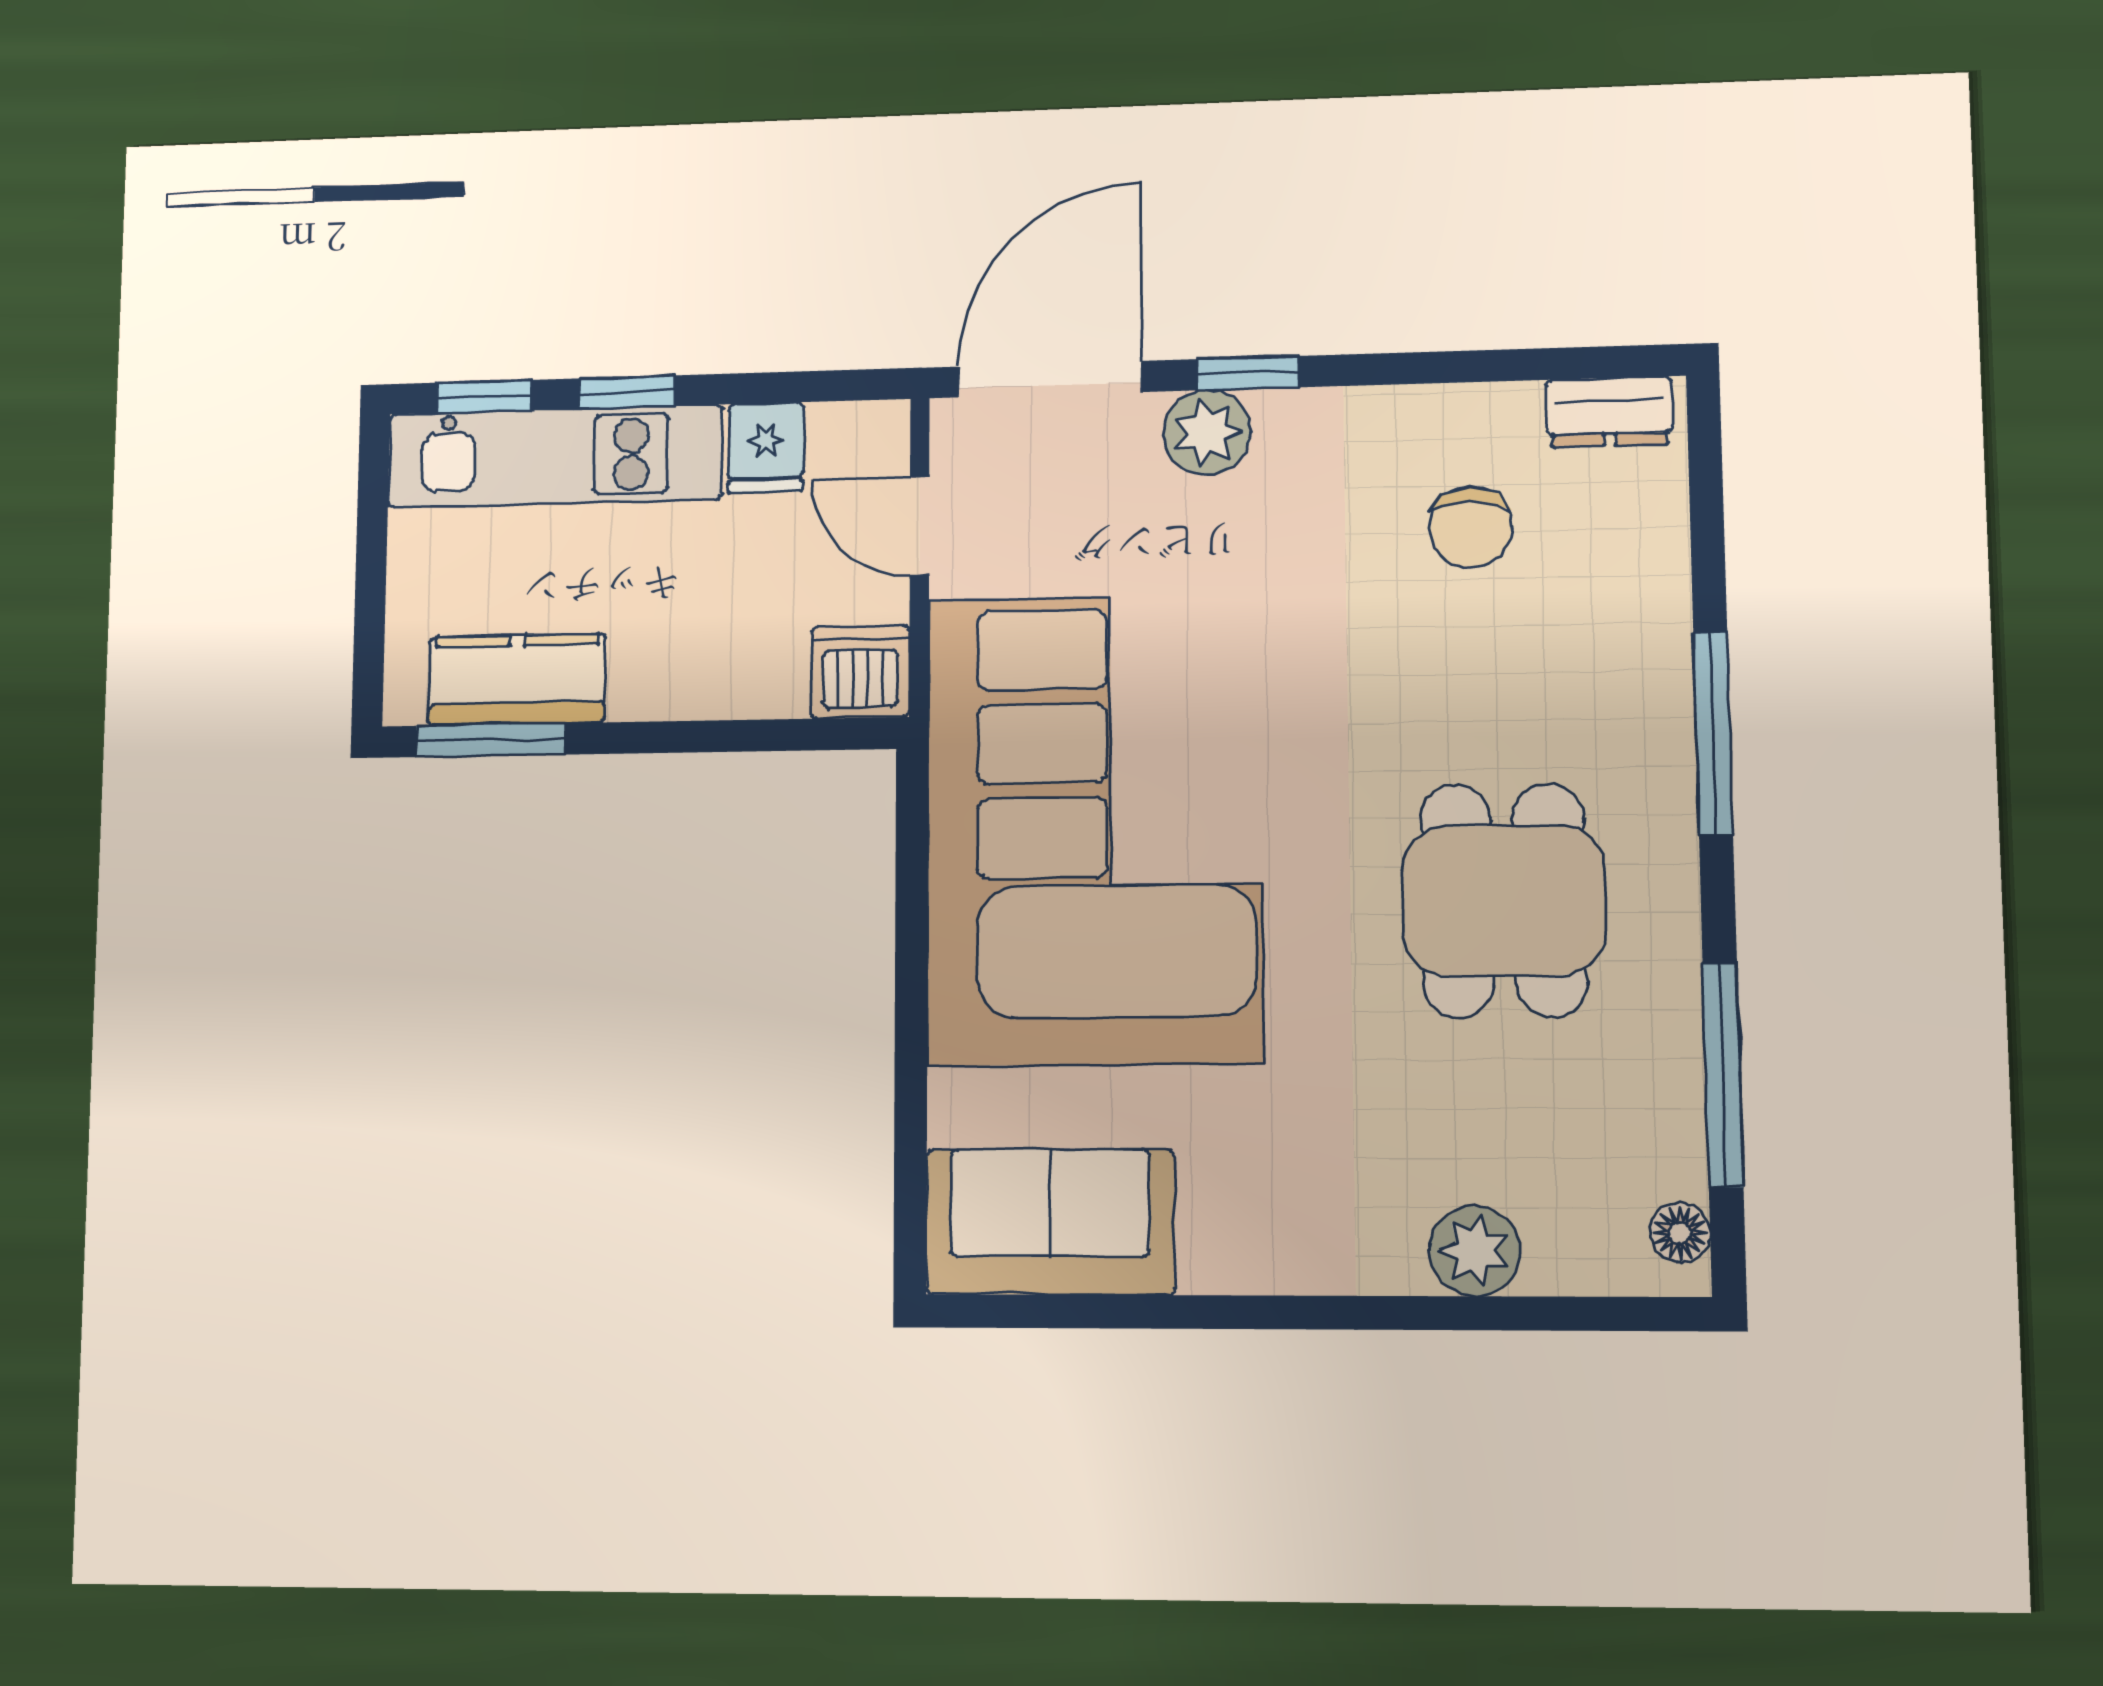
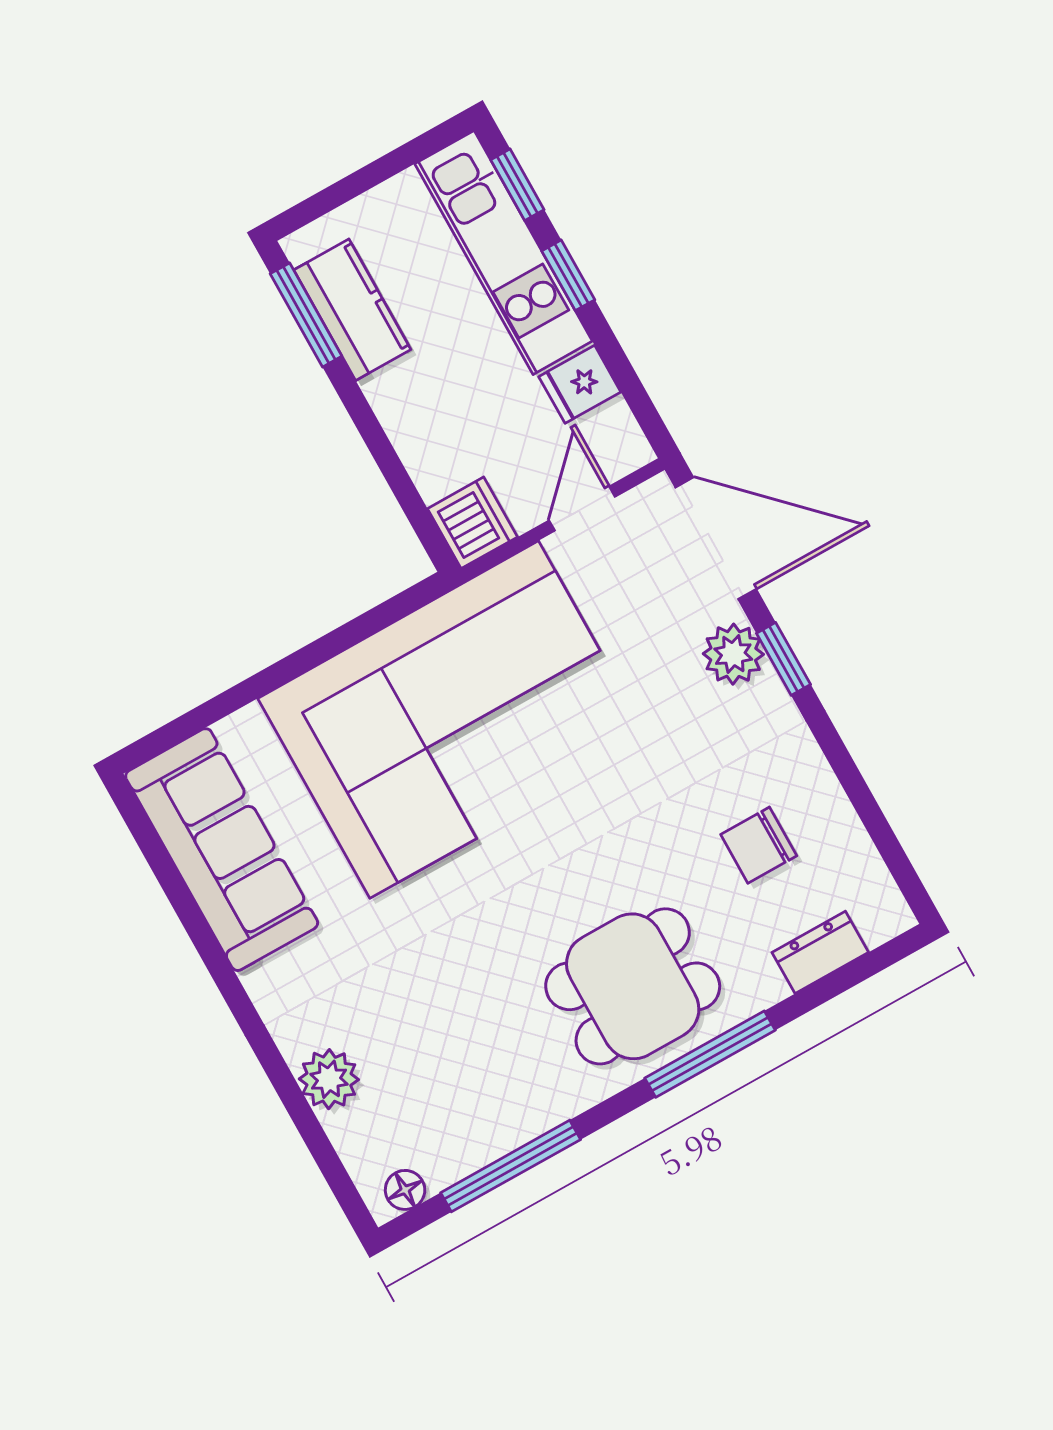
dresser: (1609, 412) -> (820, 952), moved, turned 90
dining table: (1503, 900) -> (633, 986), moved
sofa: (1050, 1222) -> (222, 850), width x1.36

